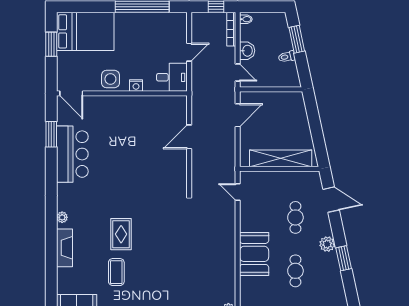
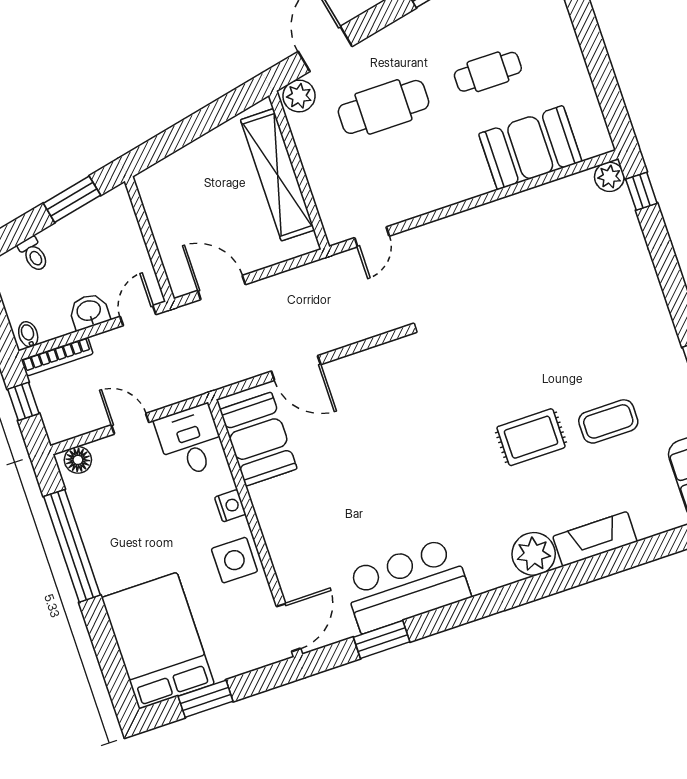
floor lamp: (181, 23) -> (78, 460), added
window: (297, 39) -> (72, 199), moved
toilet: (287, 57) -> (33, 254), moved
booth: (162, 109) -> (258, 439), added
plant: (62, 217) -> (534, 554), width x1.87, depth x1.87
cafe table: (295, 217) -> (383, 107), width x1.37, depth x1.35
plant: (327, 244) -> (299, 96), moved
booth: (254, 254) -> (530, 148), moved

